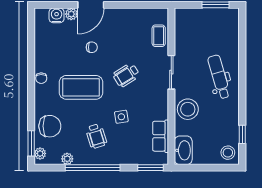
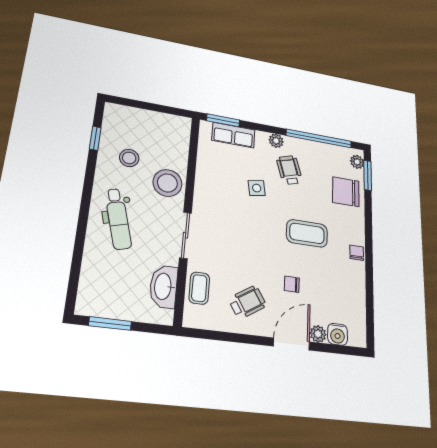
wheelchair: (126, 75) -> (248, 302), moved
coffee table: (81, 87) -> (307, 233), width x0.73, depth x0.76
row of seats: (161, 136) -> (233, 135), moved, turned 90
washbasin: (183, 150) -> (164, 286), moved
stool: (228, 153) -> (129, 158), moved
plant: (67, 159) -> (276, 141), moved
window: (93, 168) -> (319, 138), moved

